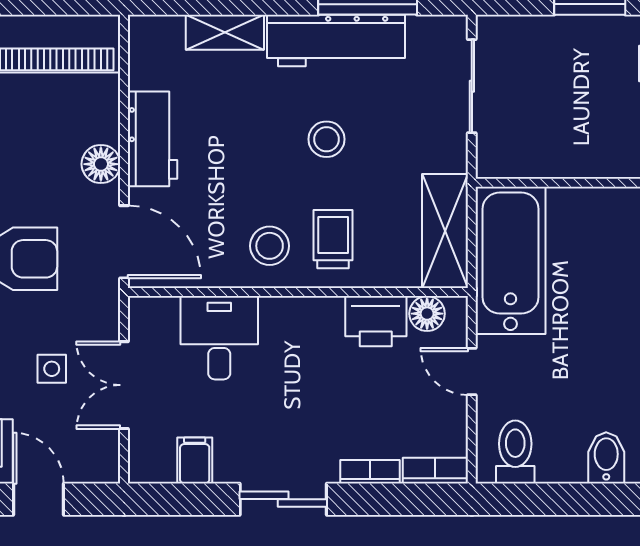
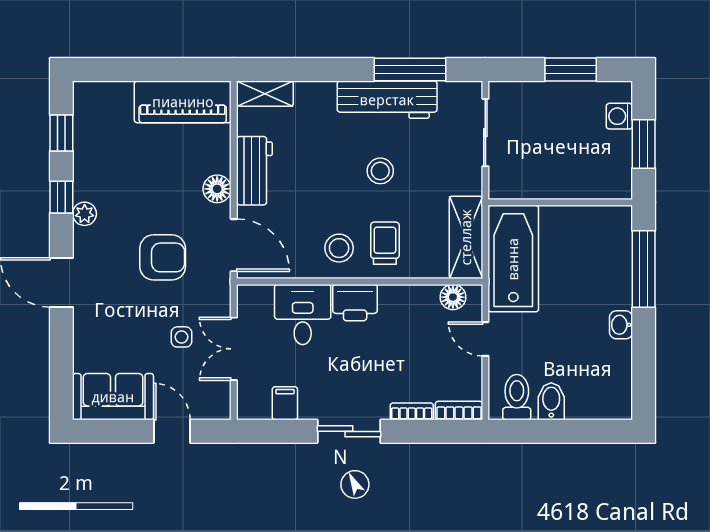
shelving: (225, 32) -> (265, 94), moved
printer: (376, 321) -> (355, 303), moved
bidet: (606, 458) -> (551, 401), moved

